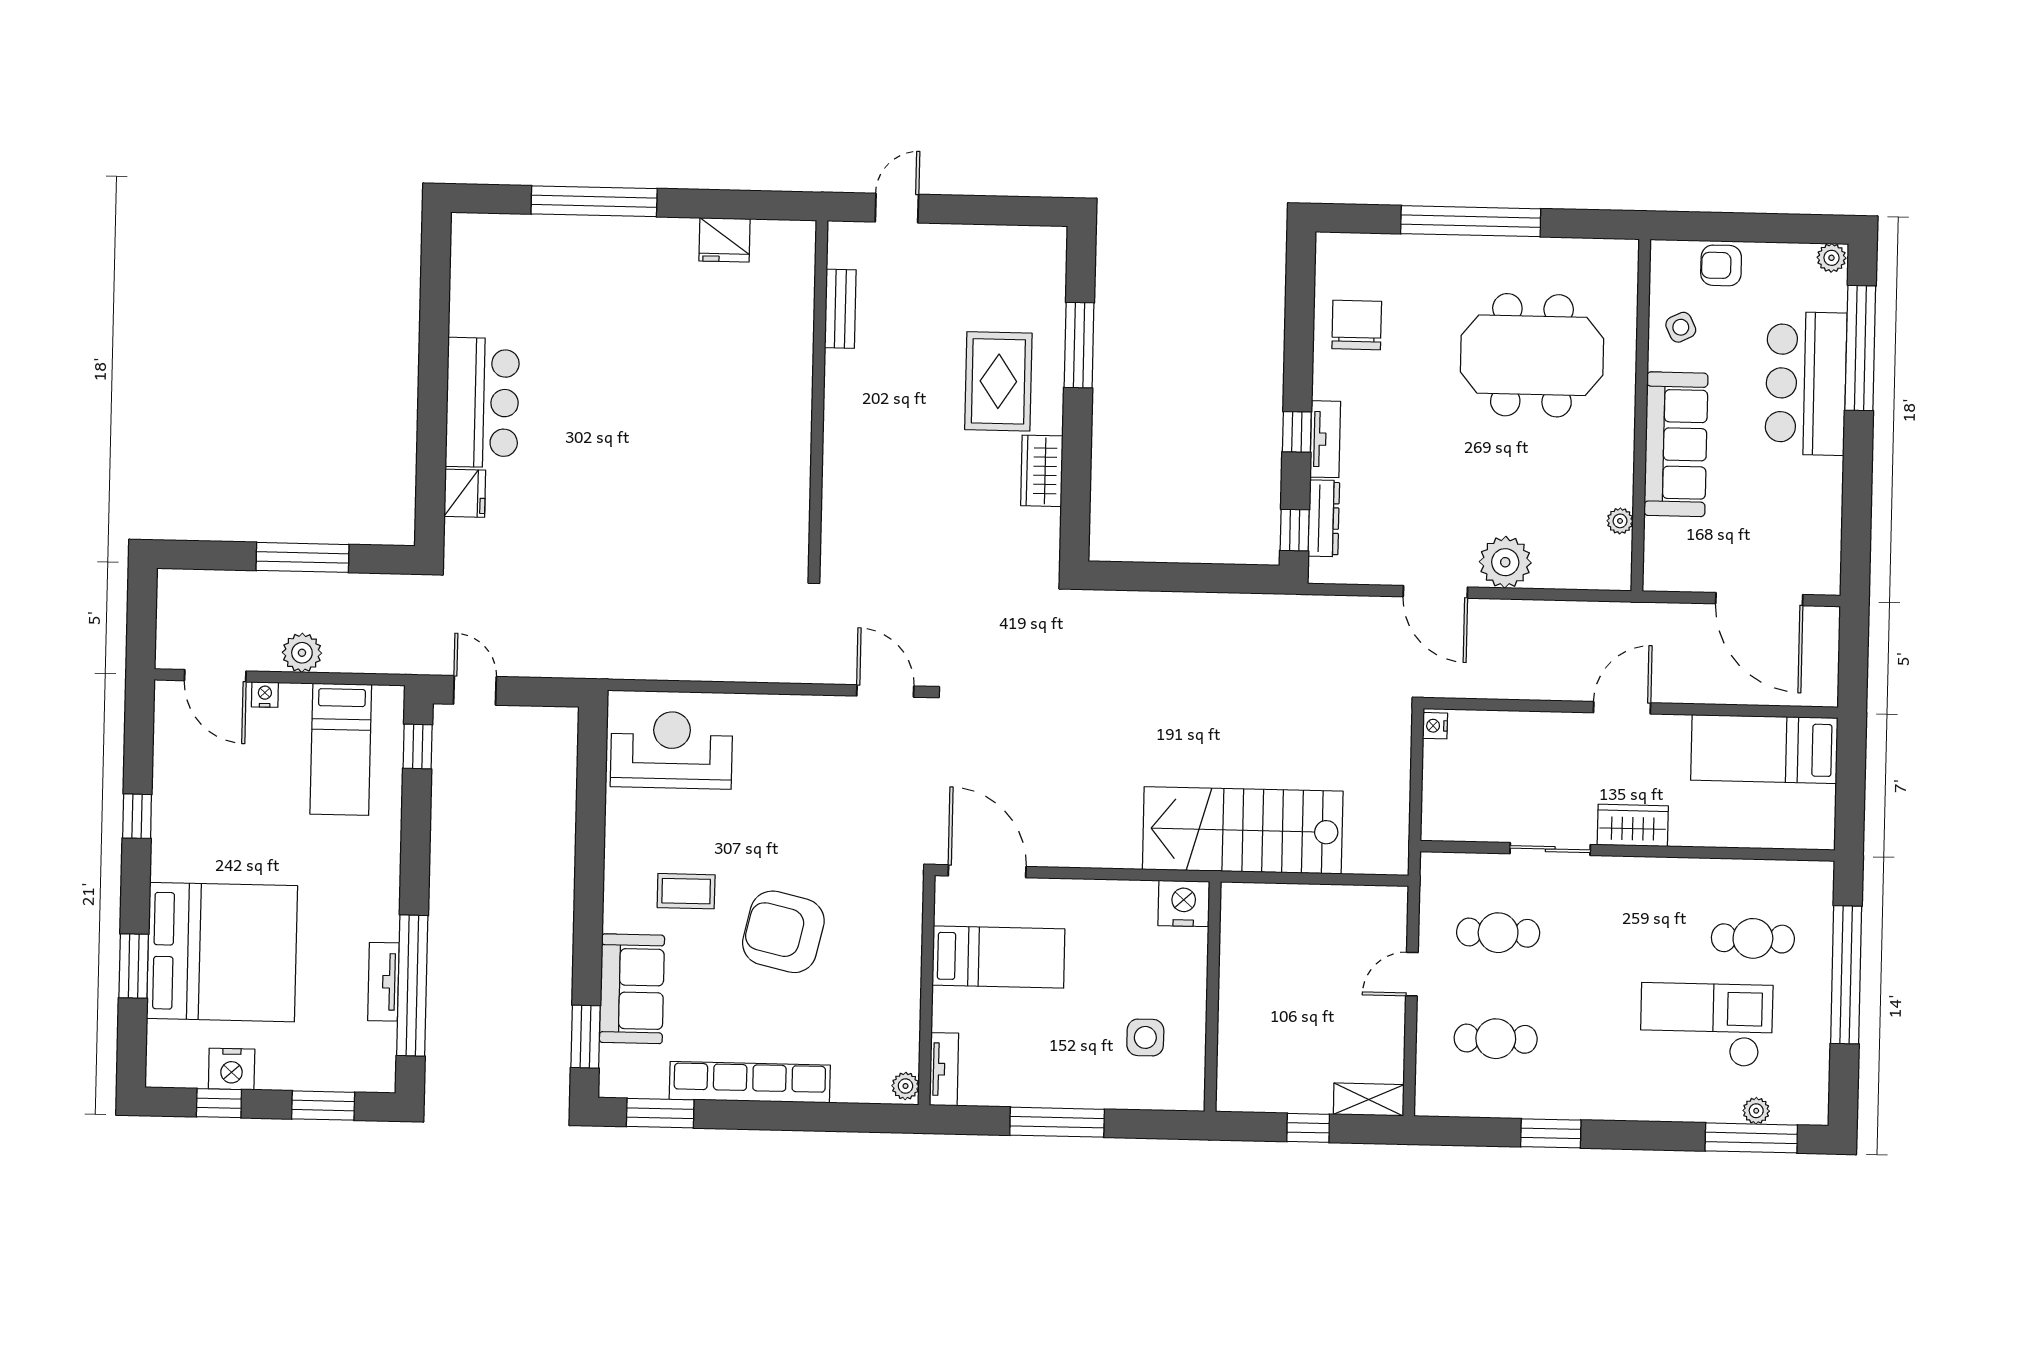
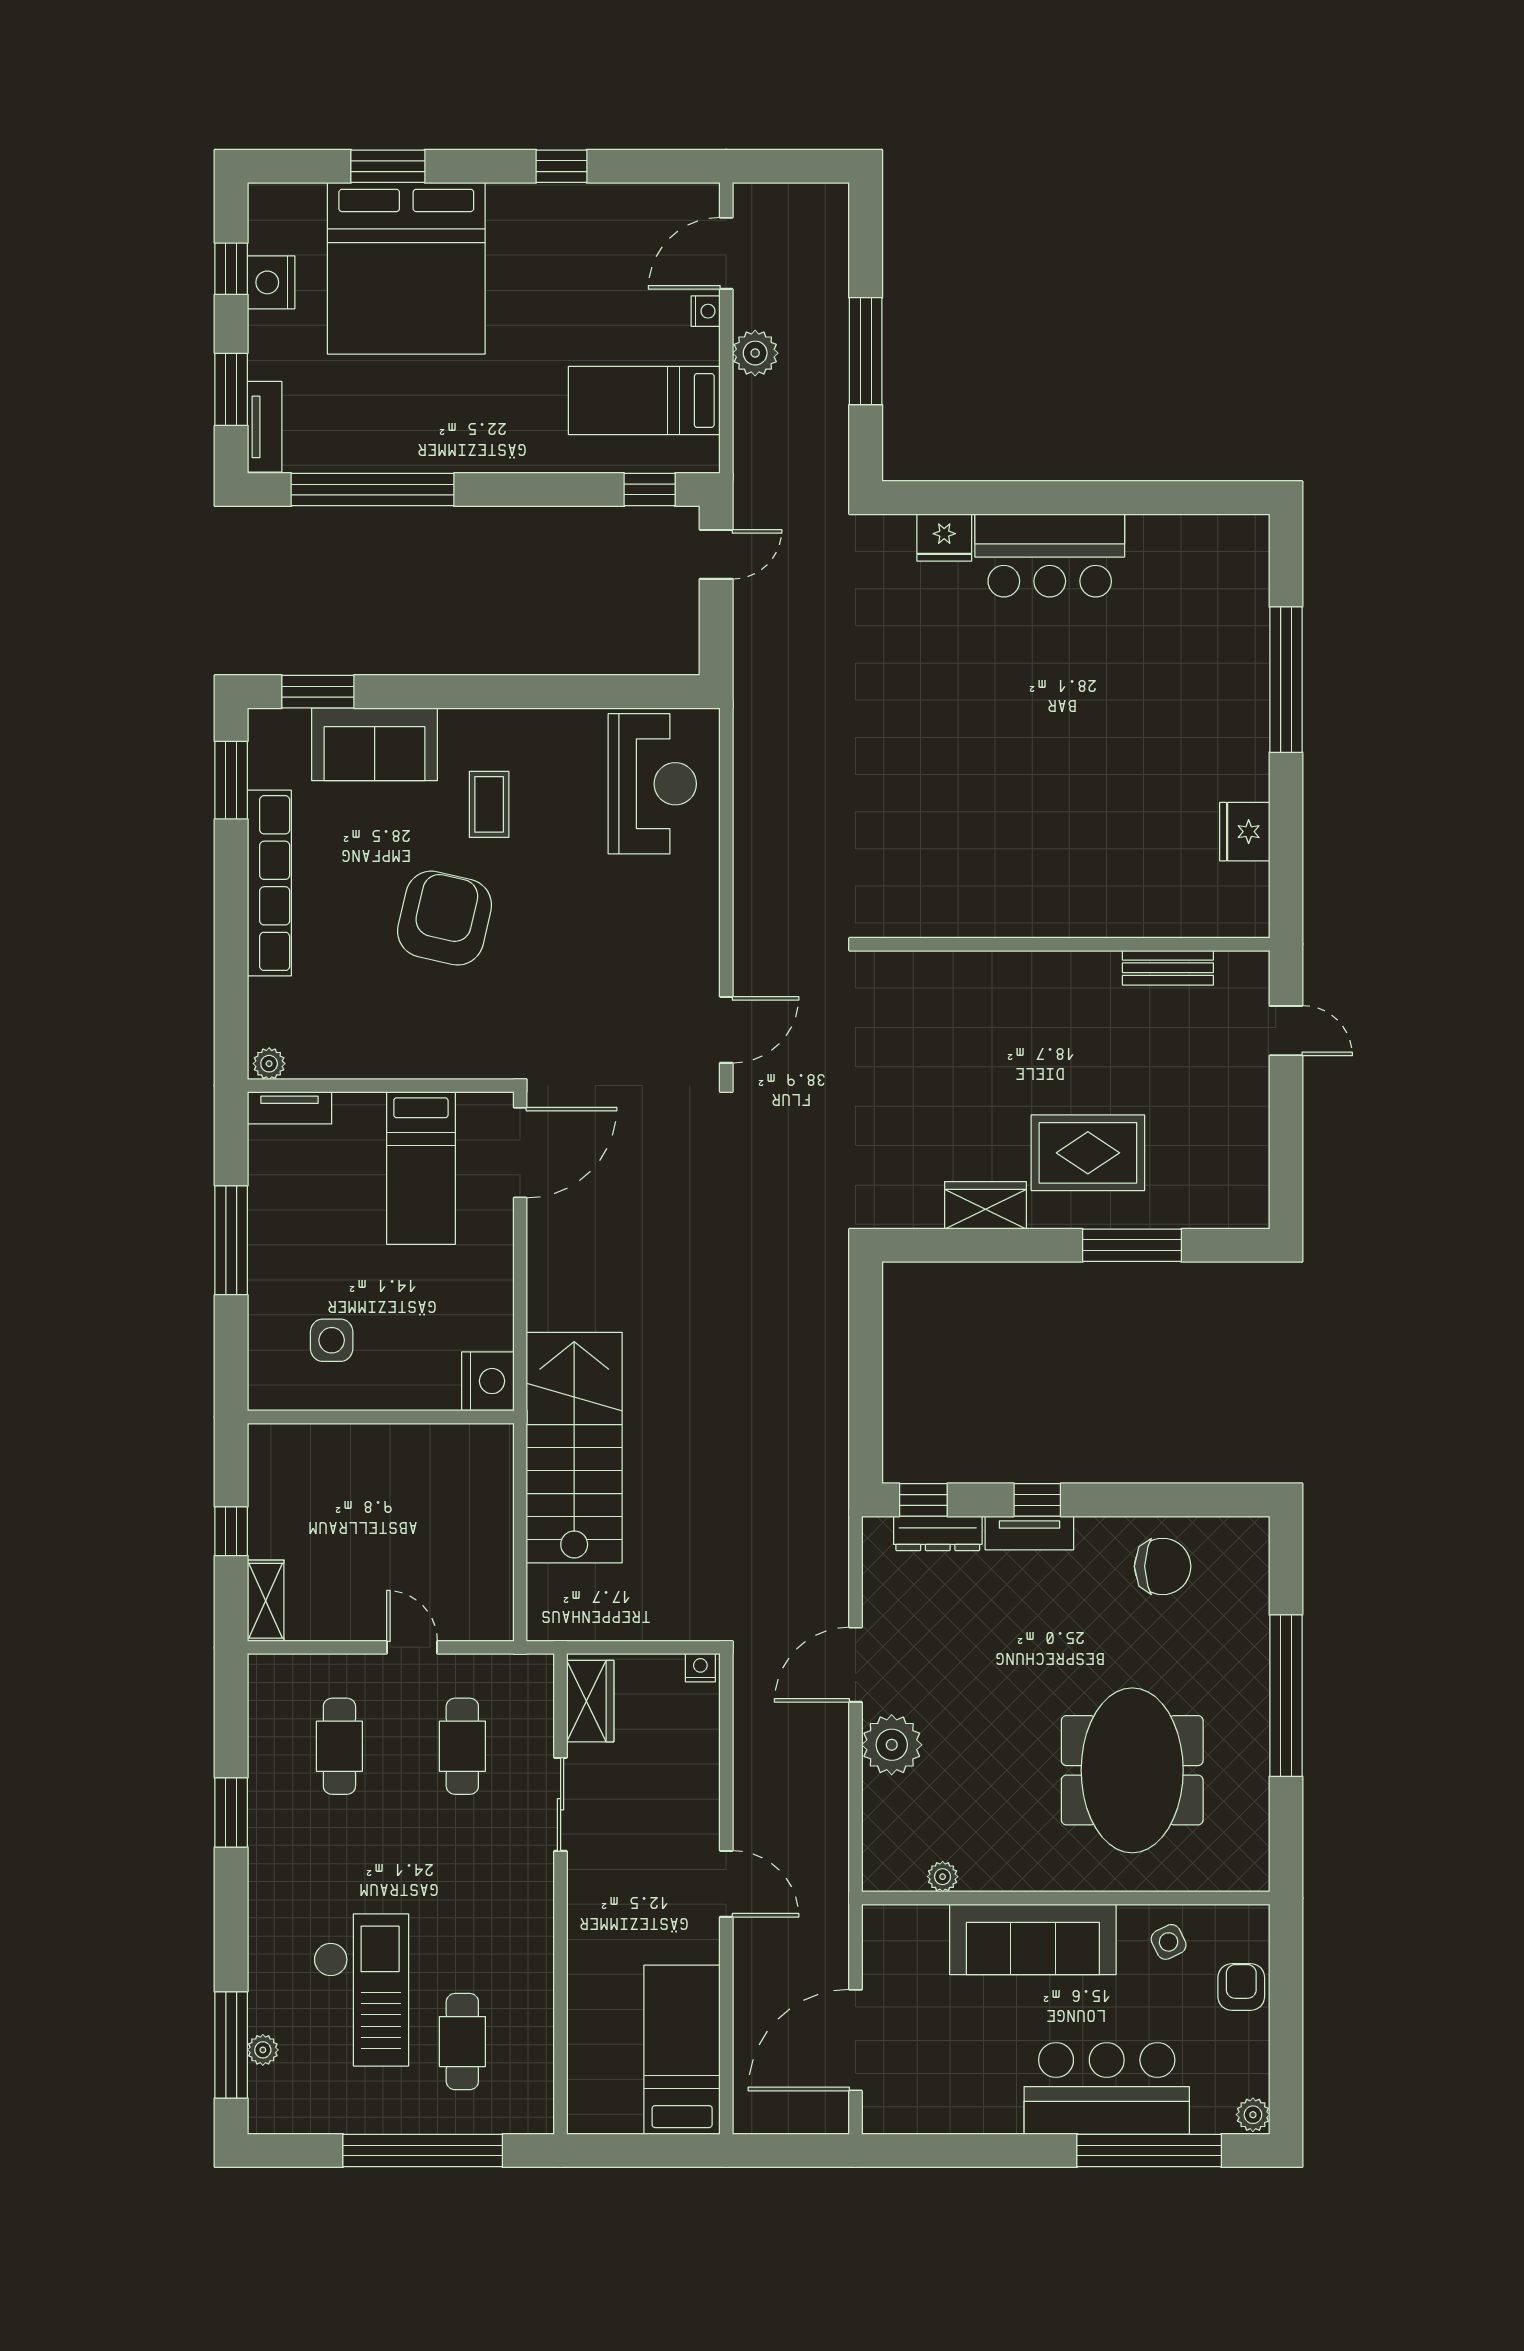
wardrobe: (1633, 825) -> (590, 1701), moved
tv unit: (383, 982) -> (265, 427), moved, turned 90

